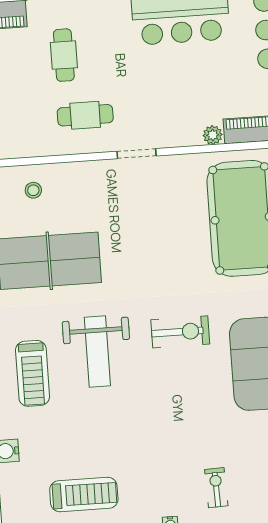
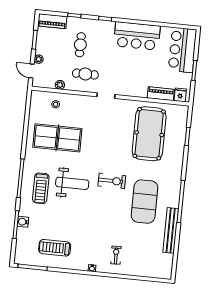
plant: (213, 135) -> (60, 85), moved
weight bench: (97, 352) -> (72, 183), turned -90
treadmill: (84, 495) -> (55, 248), turned 180

